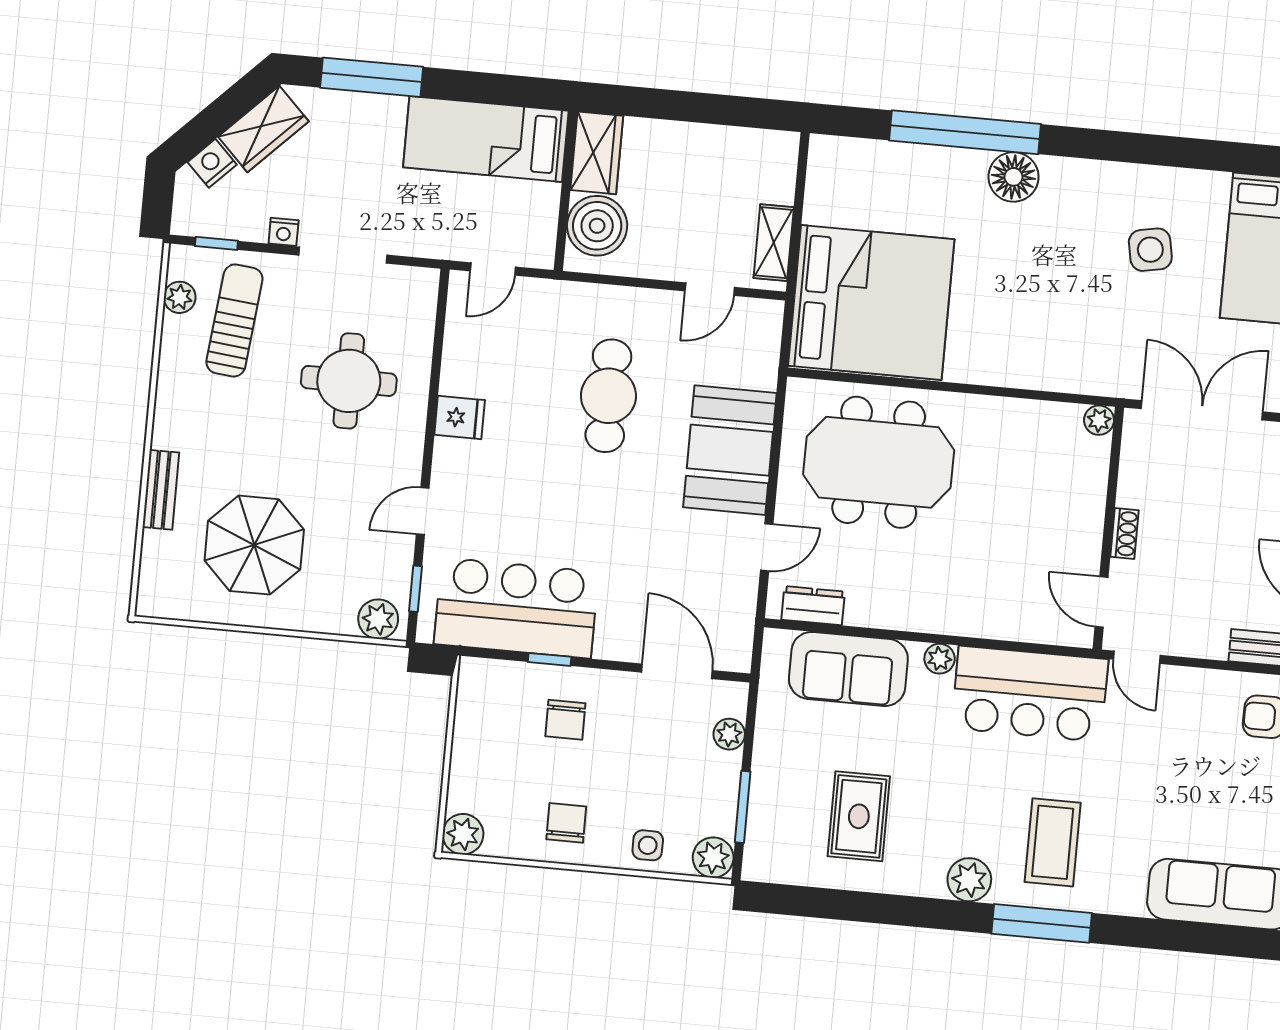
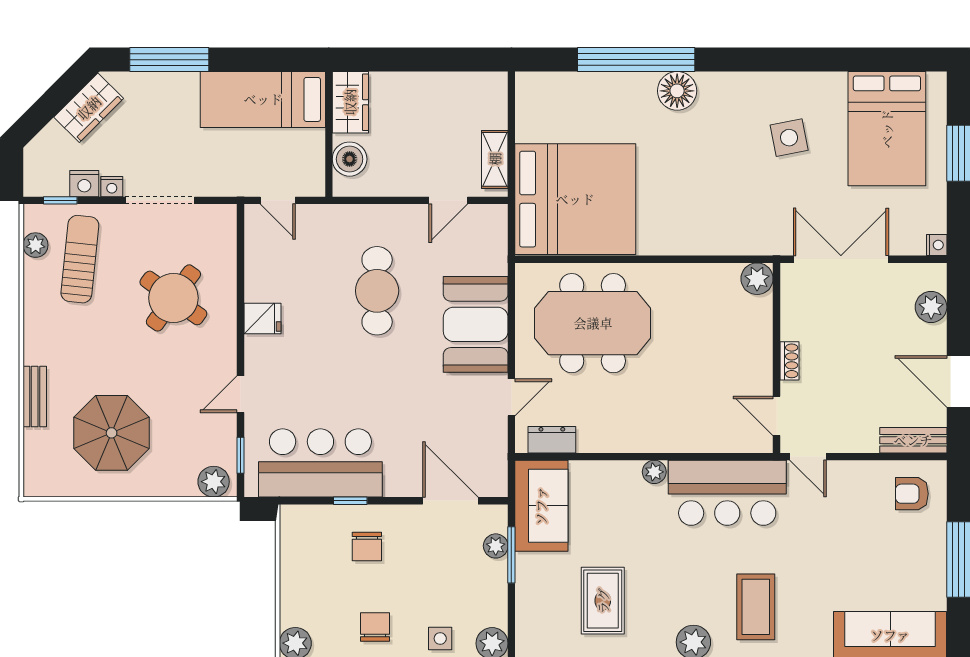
nightstand: (212, 163) -> (84, 184), moved, turned -135
boiler: (597, 226) -> (350, 159), width x0.73, depth x0.73
door: (493, 269) -> (278, 200), hinge flipped
round table: (349, 381) -> (173, 298), turned 36
plant: (1099, 420) -> (757, 279), width x1.38, depth x1.38
sofa: (848, 669) -> (541, 506), moved, turned -90
window: (743, 807) -> (511, 555), moved

